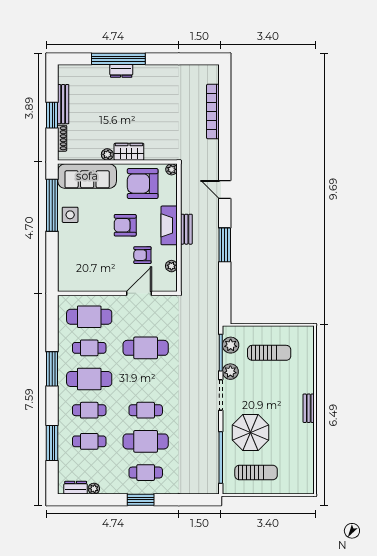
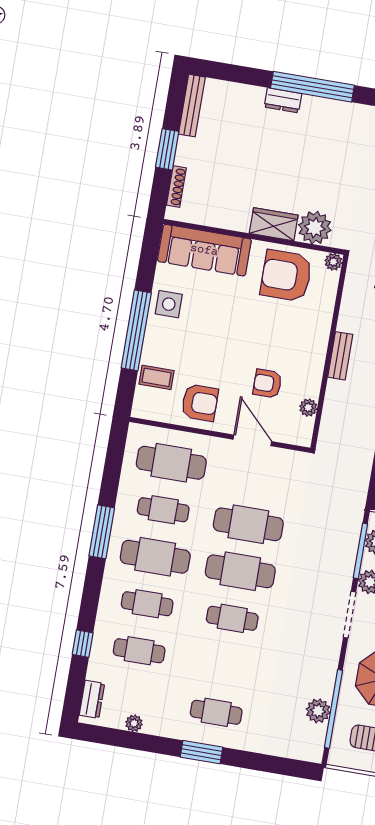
window: (118, 59) -> (312, 87), moved
bench: (63, 104) -> (192, 106), moved
plant: (107, 154) -> (315, 228), moved, width x1.88, depth x1.88
window: (52, 205) -> (136, 330), moved
armchair: (125, 225) -> (200, 403), moved, turned 180
fireplace: (169, 225) -> (315, 346), removed
coffee table: (70, 263) -> (157, 377), added
door: (139, 293) -> (252, 440), hinge flipped
cafe table: (146, 441) -> (240, 571), moved
window: (52, 443) -> (83, 644), width x0.46
plant: (211, 460) -> (318, 711), added
dresser: (76, 488) -> (92, 699), moved, turned 90

